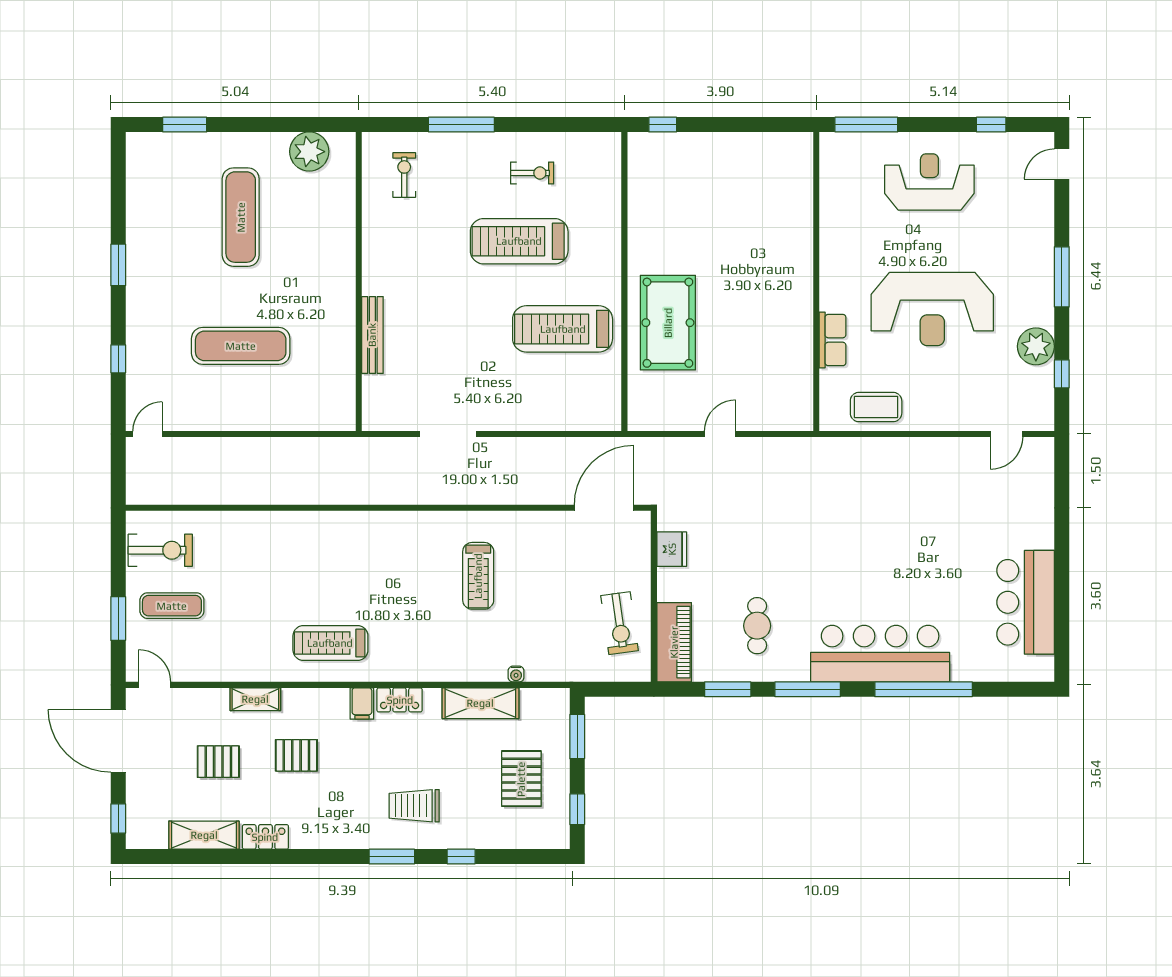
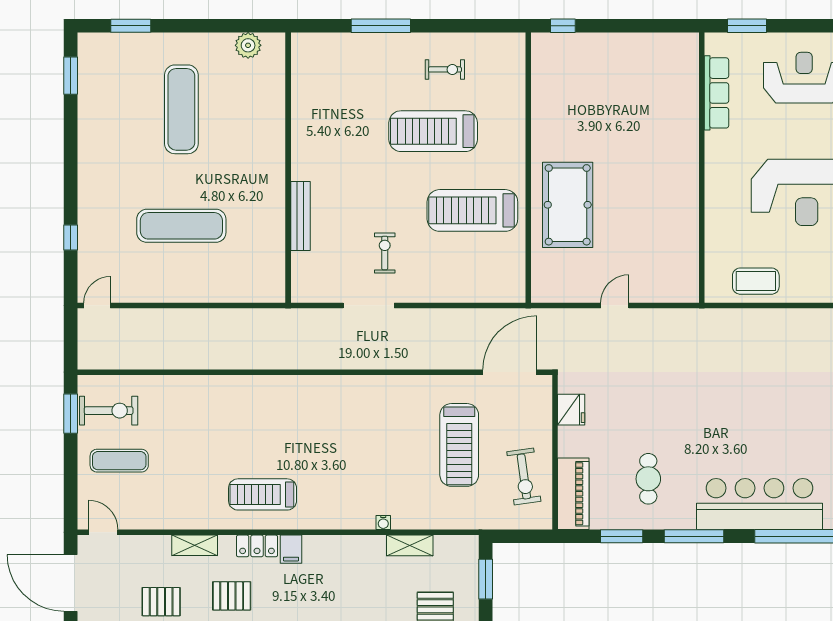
window: (866, 125) -> (747, 26), width x0.69
plant: (309, 152) -> (248, 45), width x0.73, depth x0.73
exercise bike: (404, 175) -> (385, 253), moved
window: (118, 265) -> (71, 76), moved
row of seats: (833, 340) -> (717, 93), moved, width x1.48
treadmill: (478, 576) -> (459, 445), moved, width x1.37, depth x1.38
window: (118, 619) -> (71, 414), moved
water cooler: (516, 674) -> (383, 523), moved
locker: (400, 700) -> (257, 546), moved
shelving: (480, 703) -> (410, 545), width x0.67, depth x0.75

